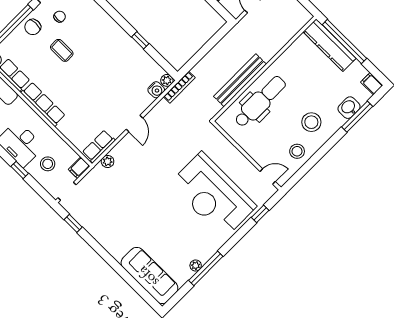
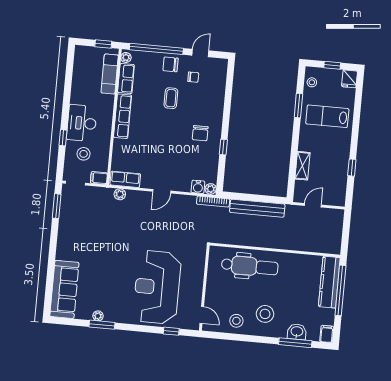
chair: (112, 50) -> (200, 133), added
bench: (240, 80) -> (257, 208), moved
window: (73, 223) -> (57, 206), width x1.50
window: (206, 268) -> (102, 325), width x0.69

